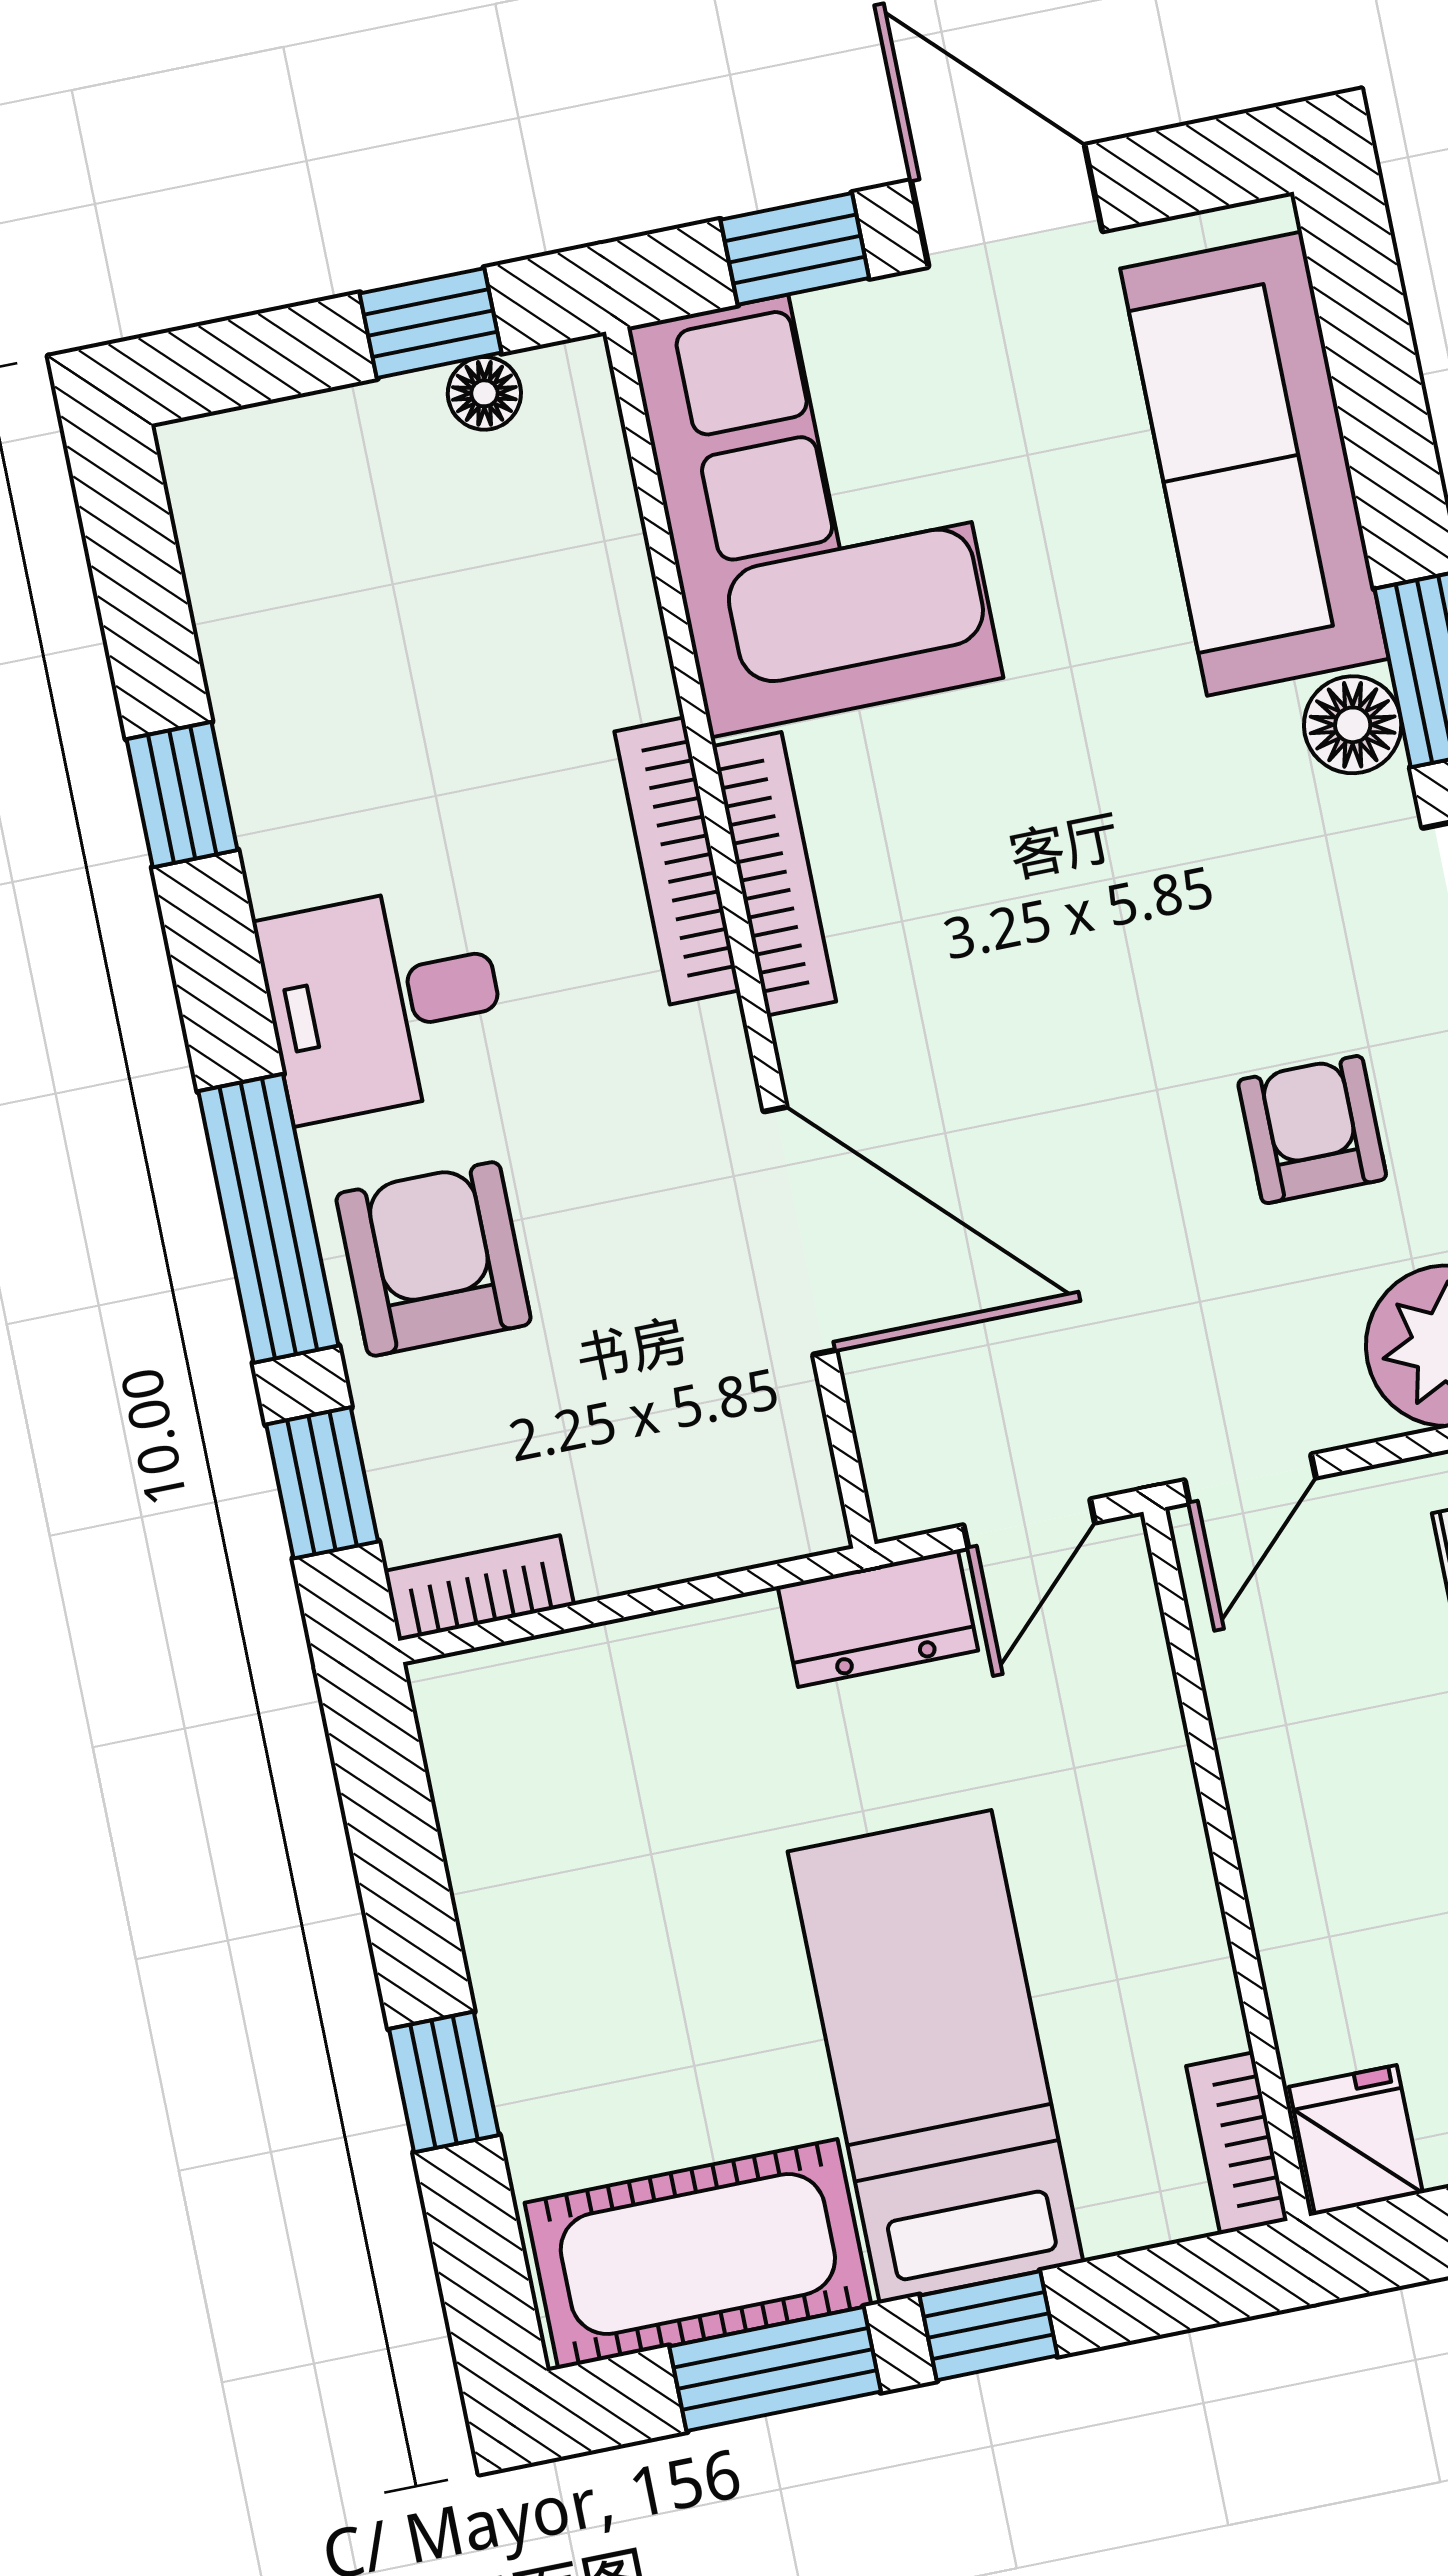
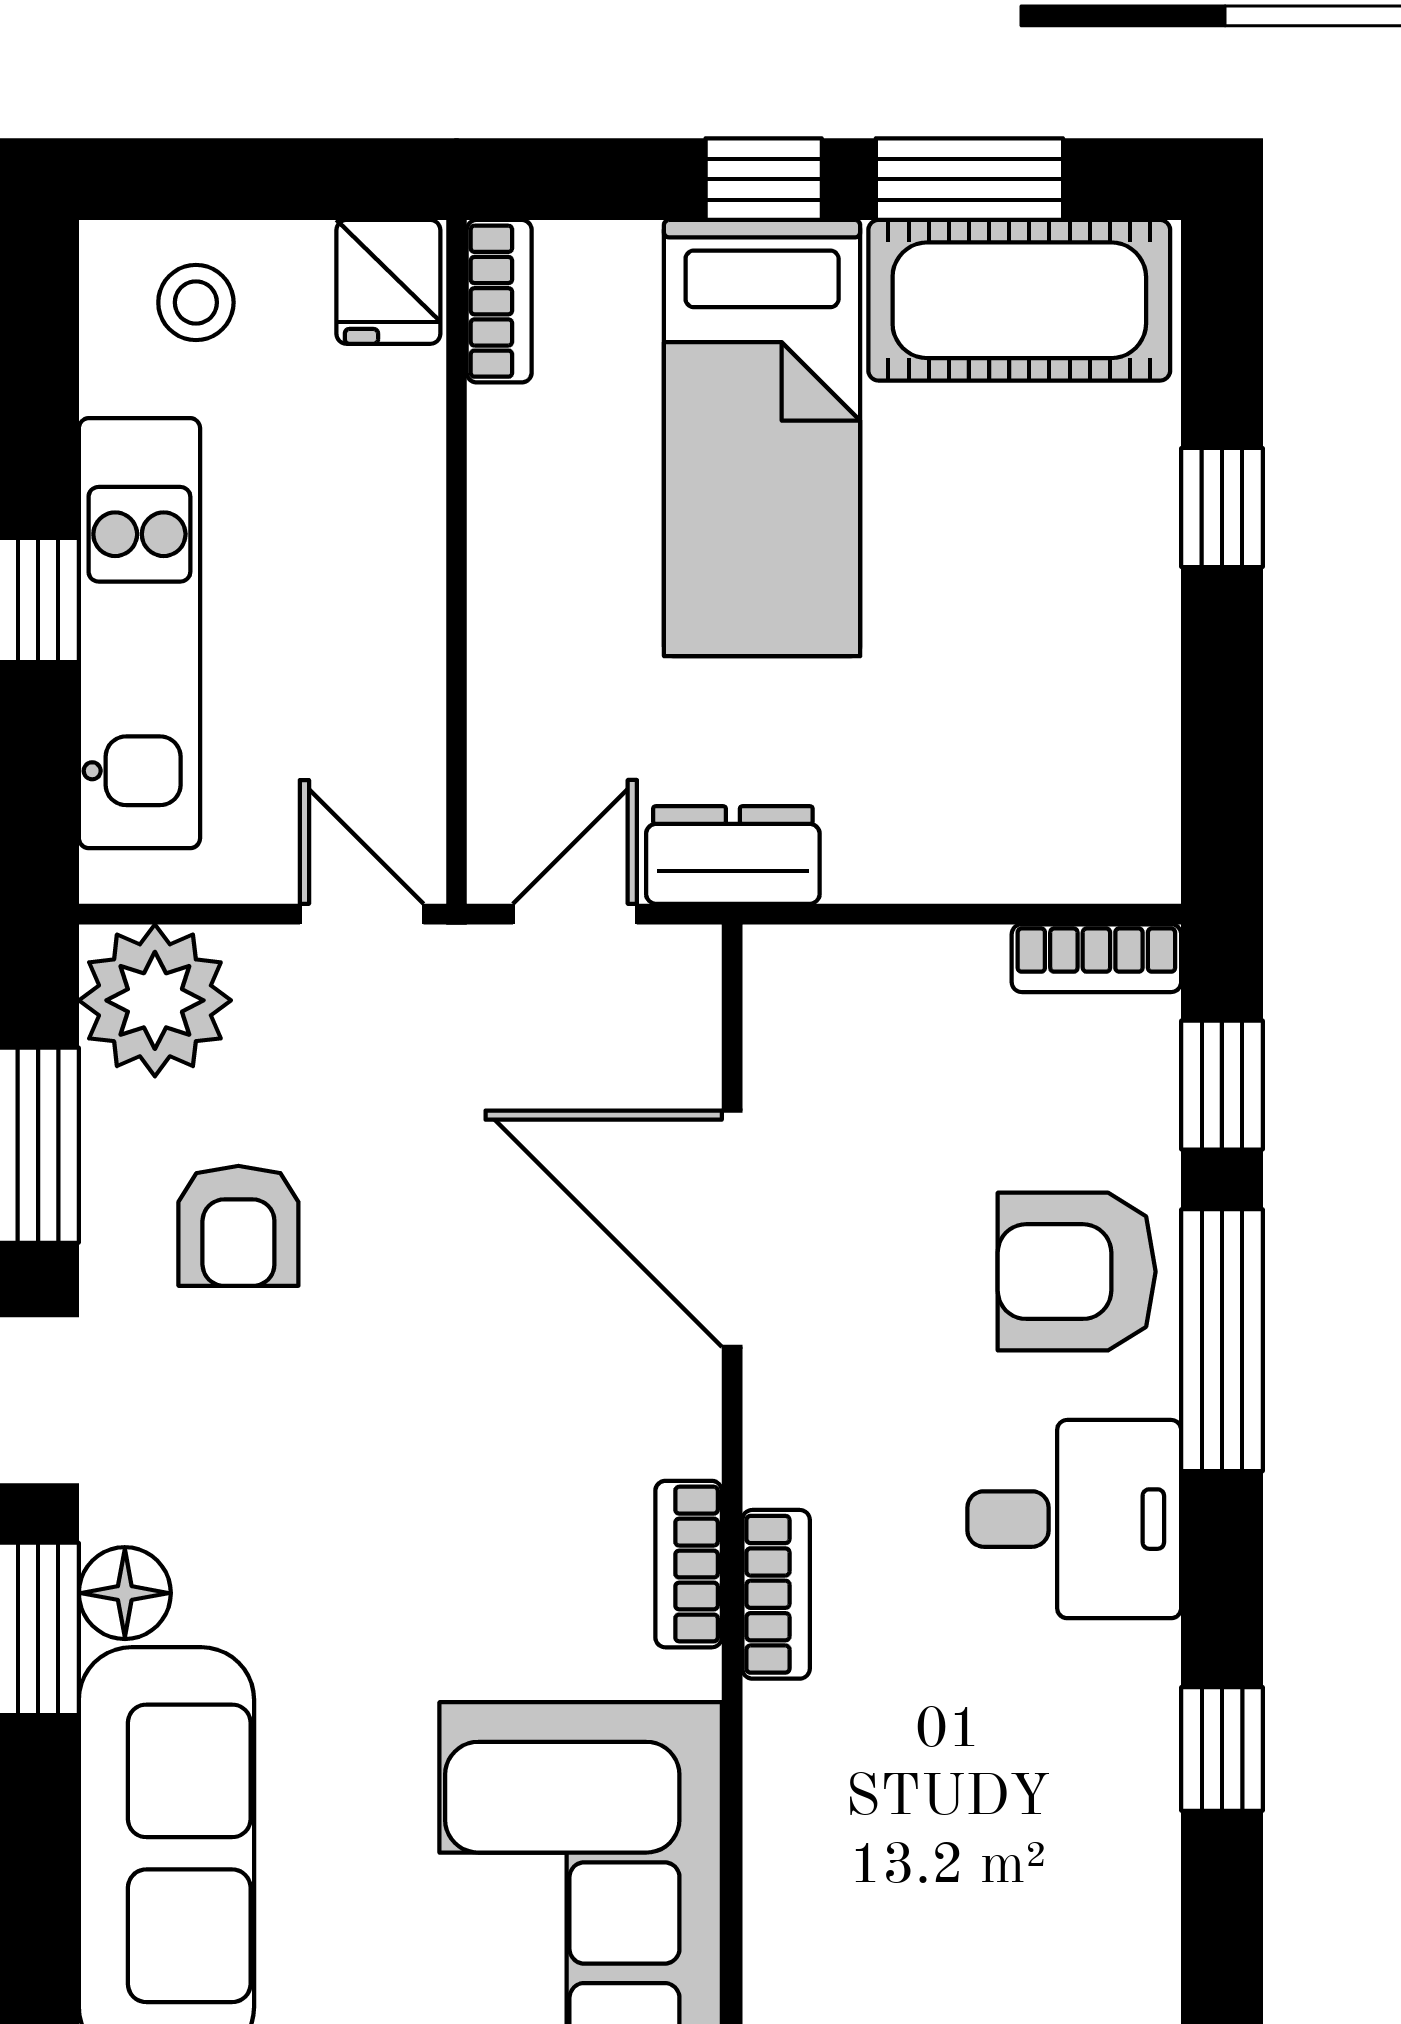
bookcase: (677, 861) -> (776, 1594), width x0.64
bookcase: (774, 874) -> (689, 1564), width x0.64
armchair: (434, 1259) -> (1077, 1272), turned 90
door: (1250, 1479) -> (362, 914), hinge flipped

